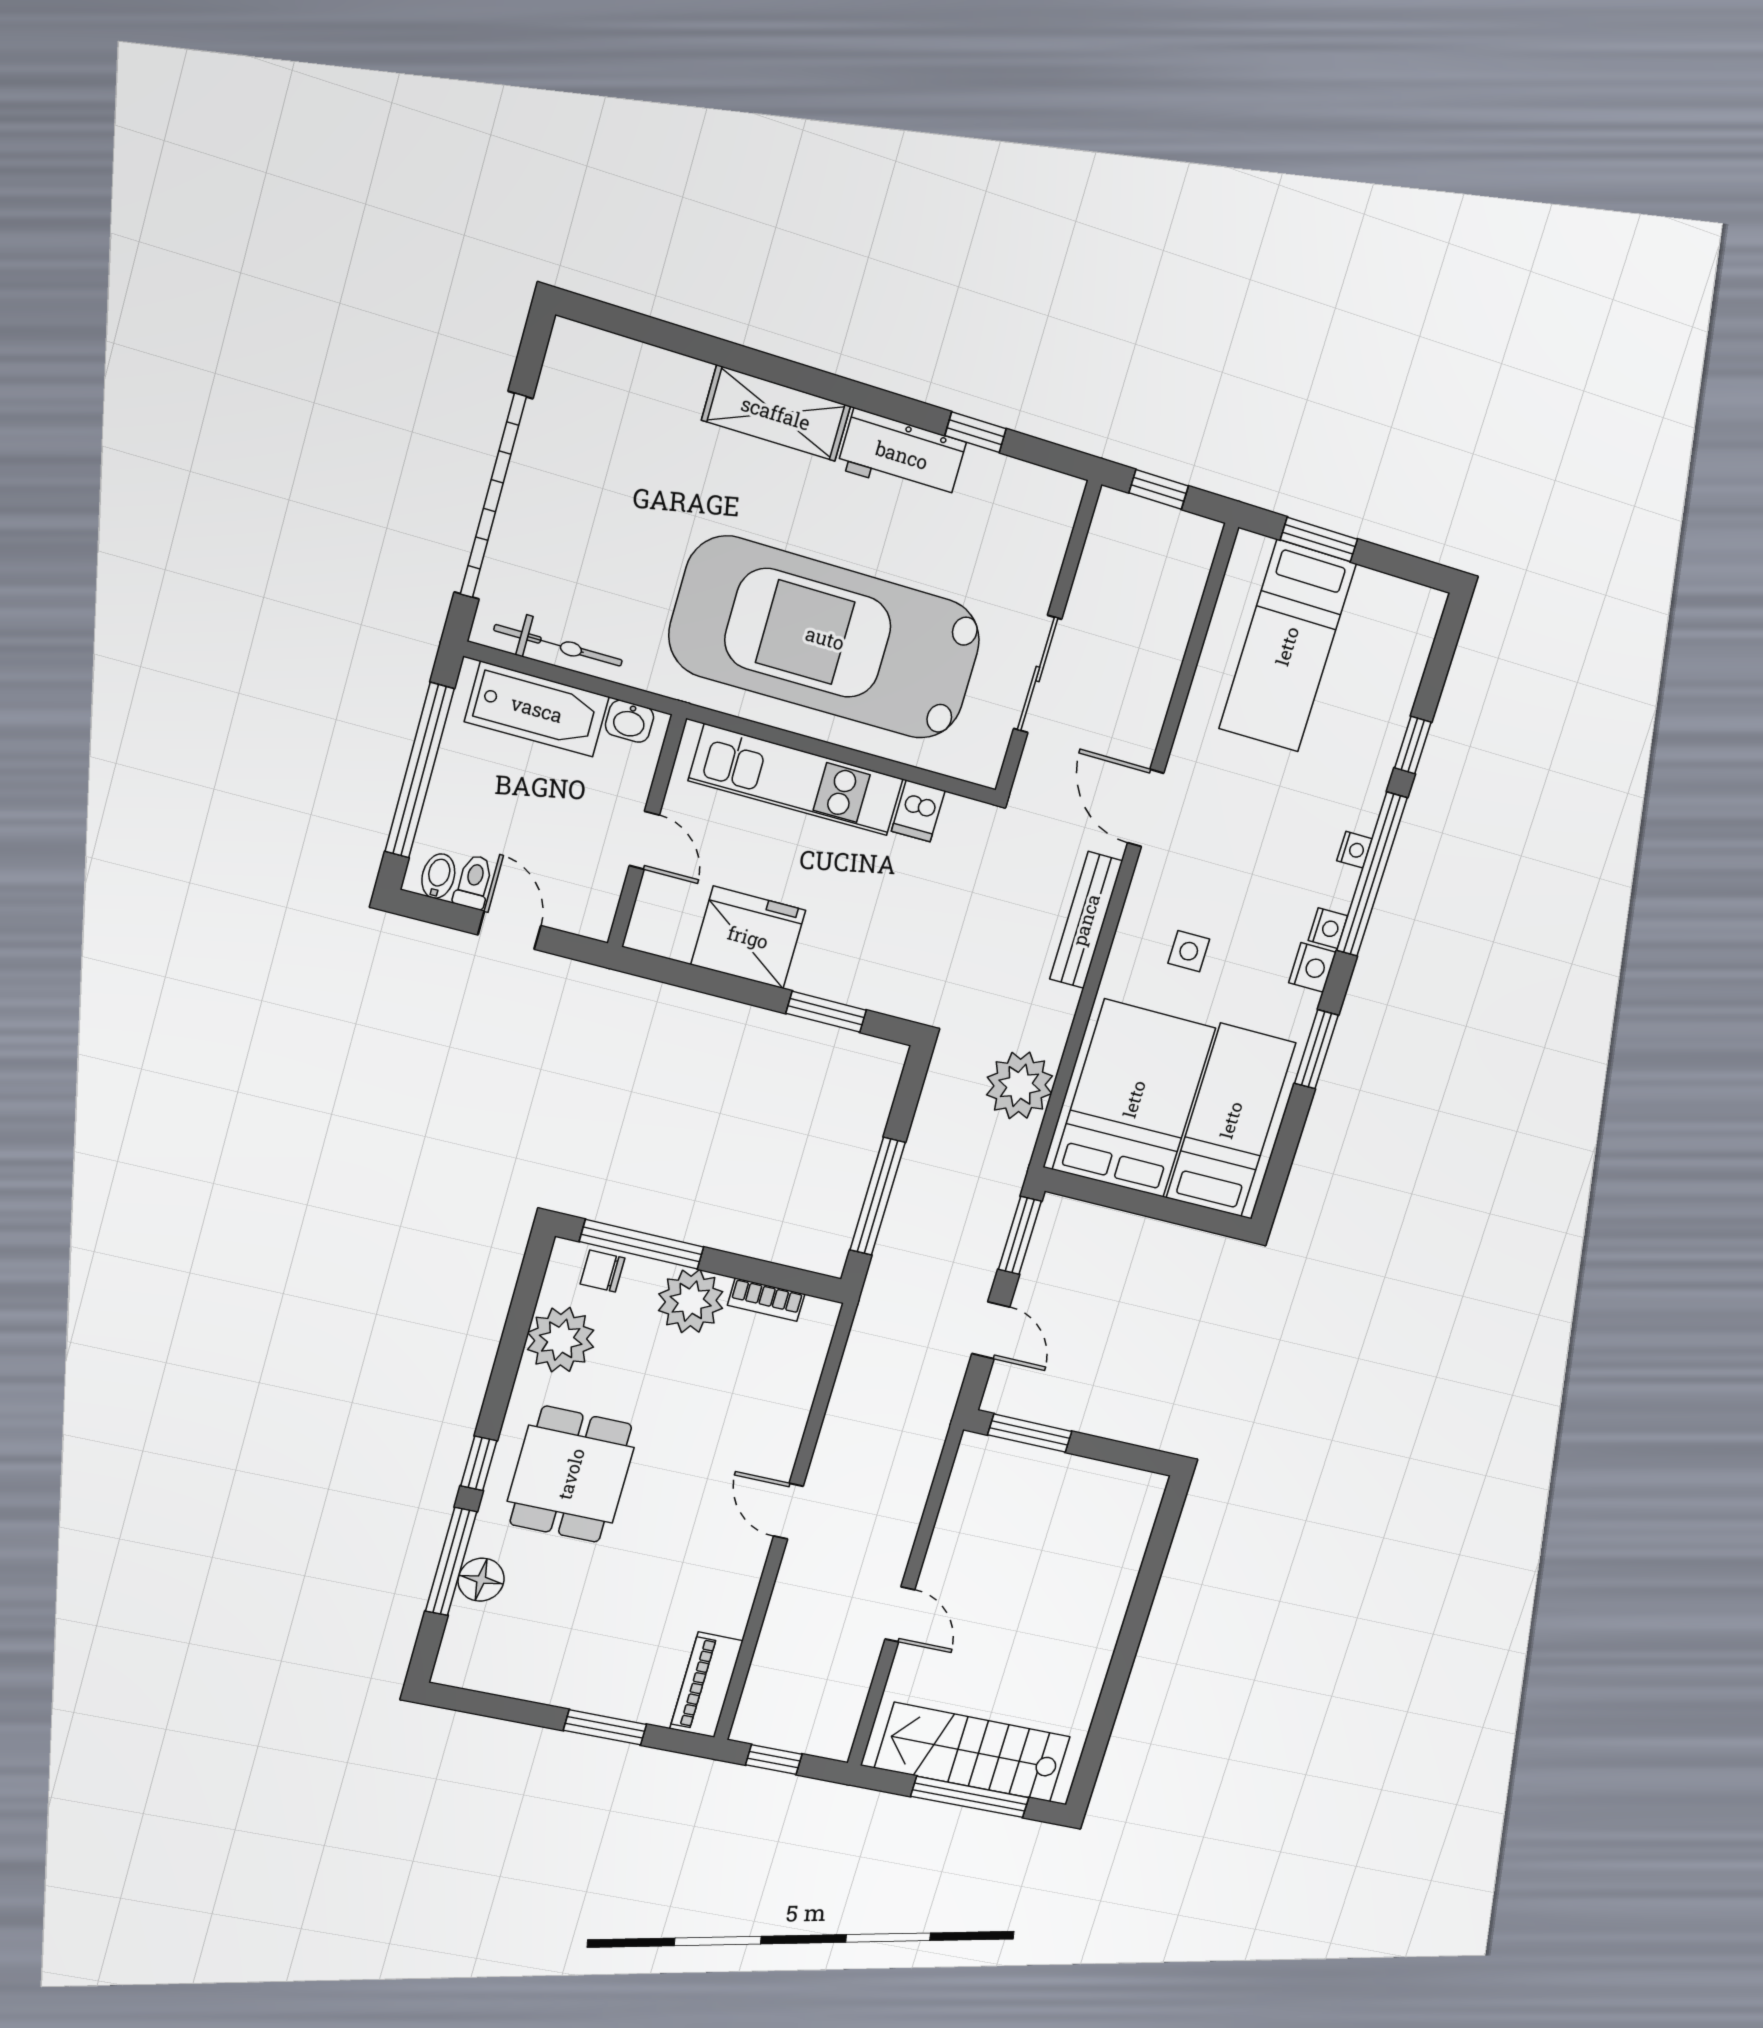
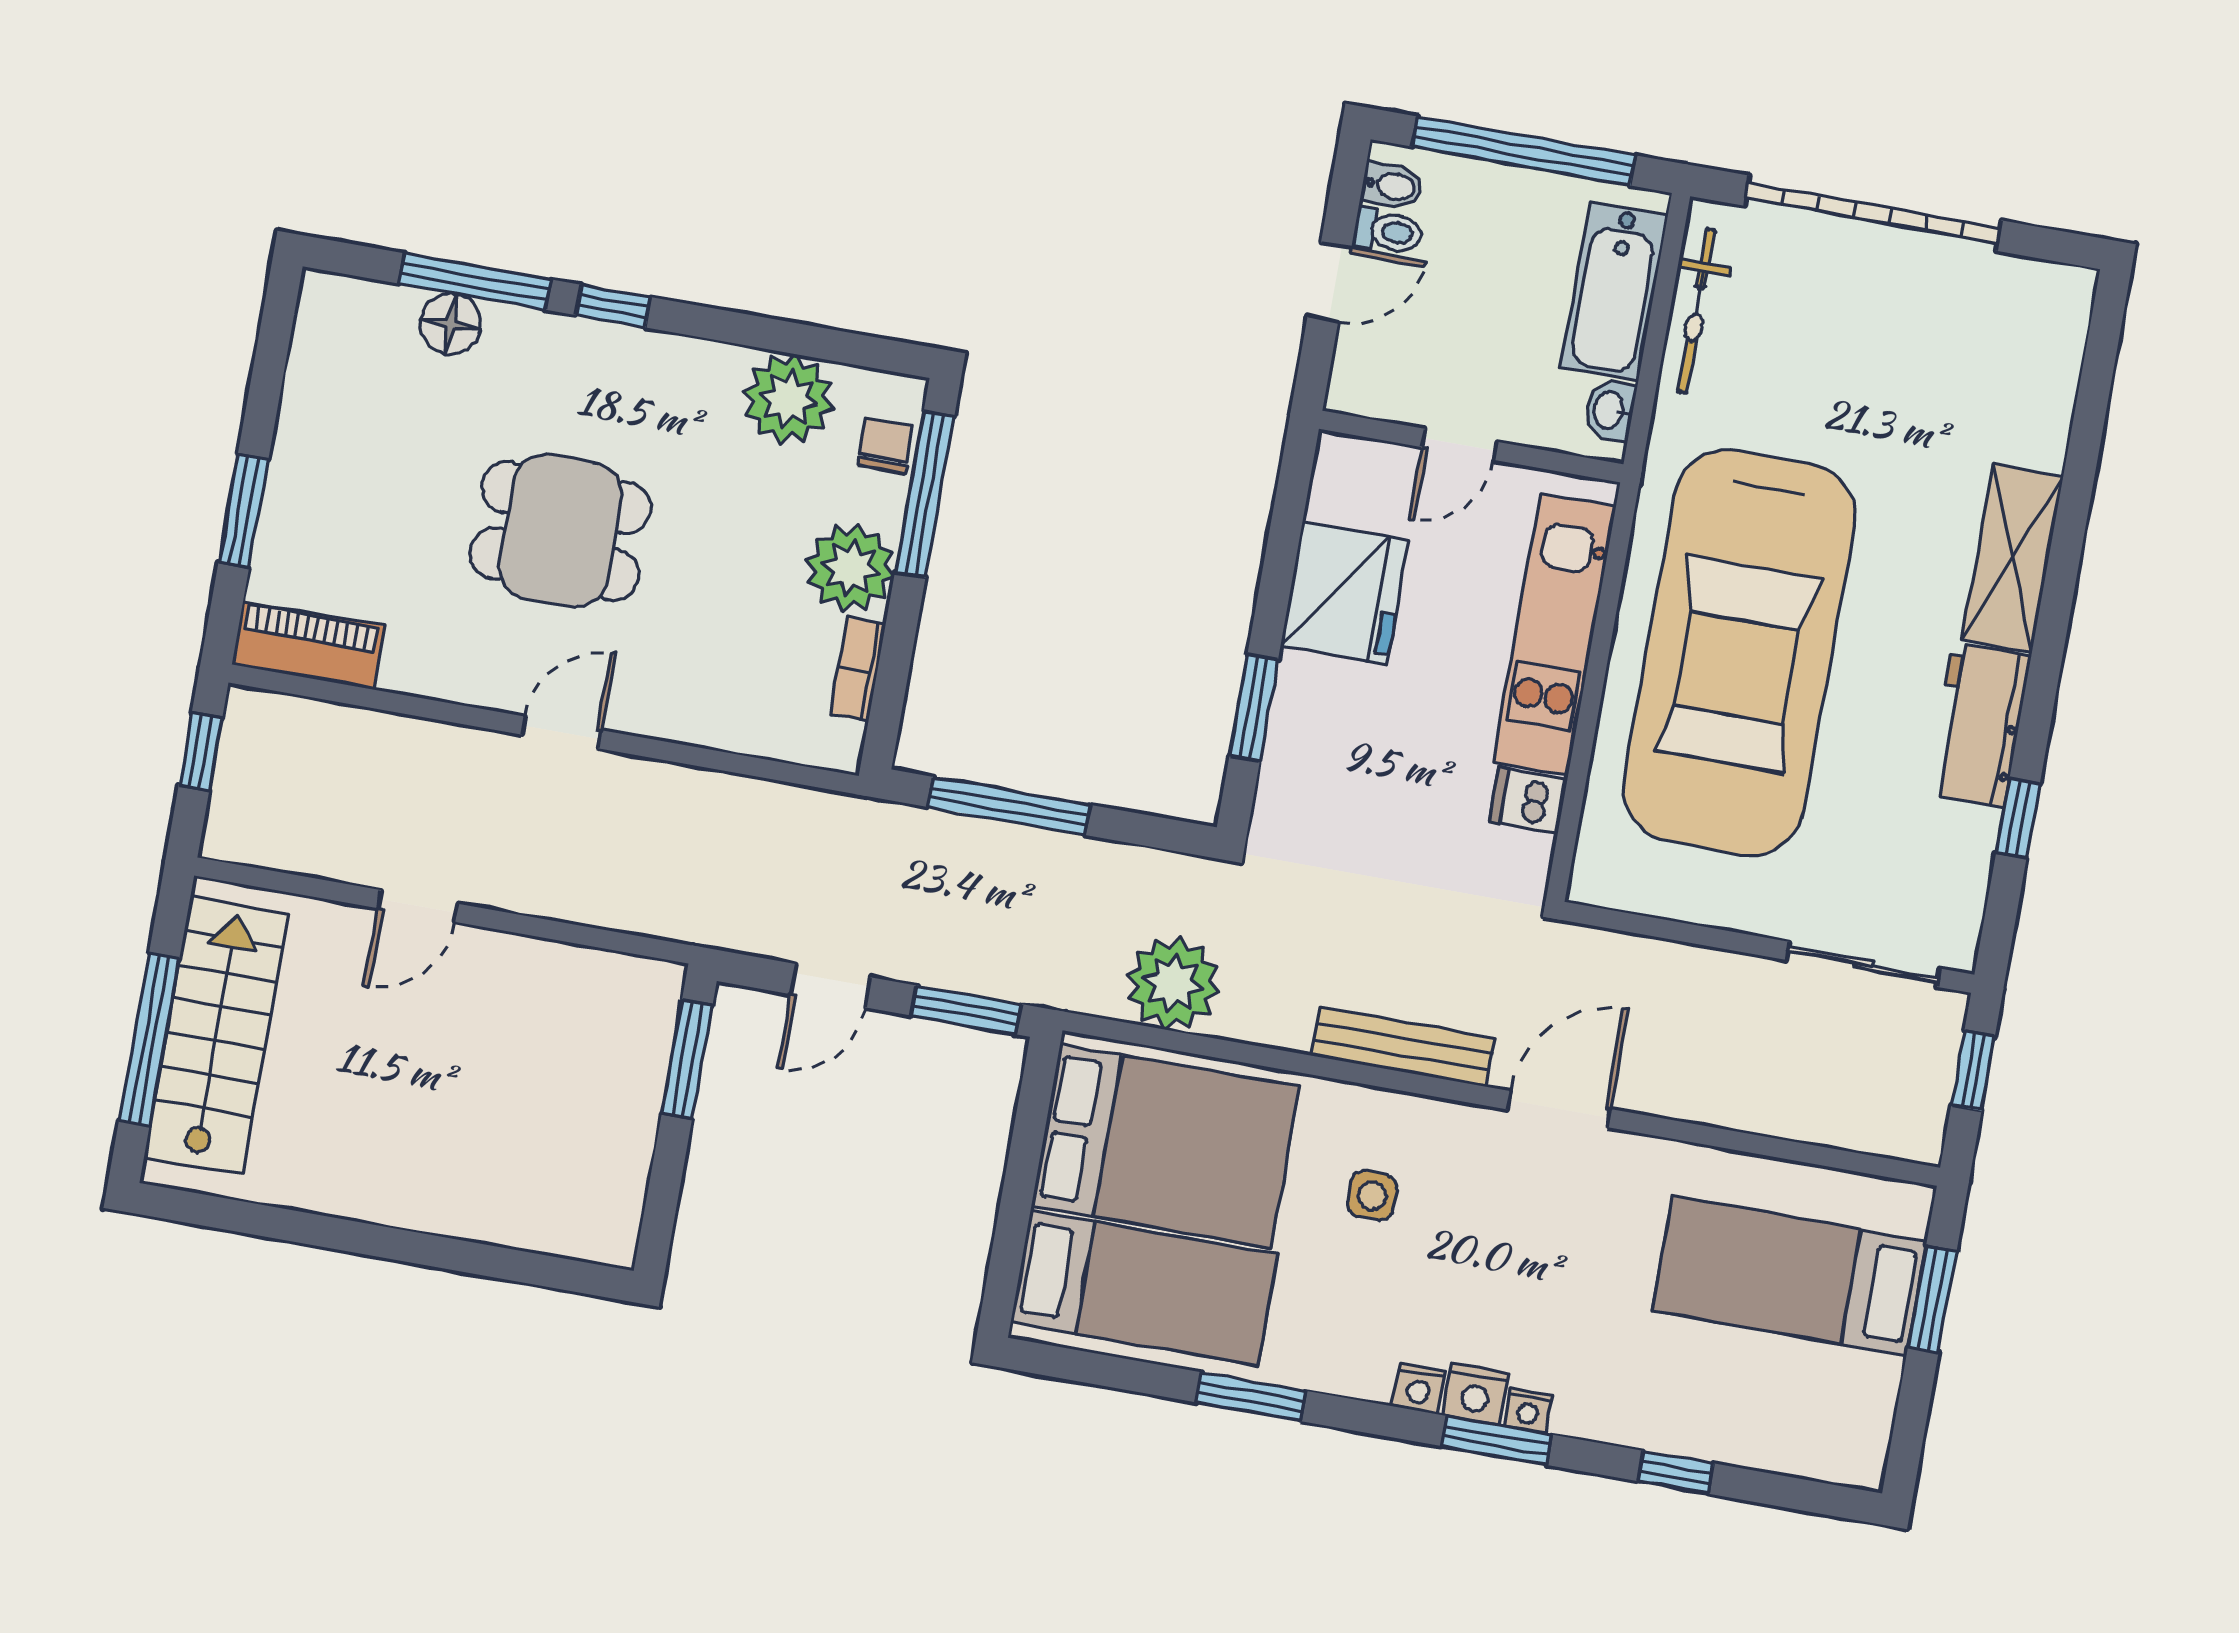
car: (825, 638) -> (1739, 652), turned 180
sliding door: (1038, 674) -> (1863, 964), moved
window: (1372, 874) -> (1497, 1440), width x0.47
nightstand: (1312, 967) -> (1476, 1394), moved
dining table: (571, 1474) -> (560, 531), moved

